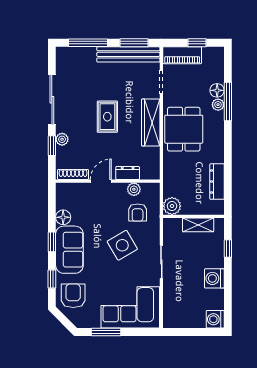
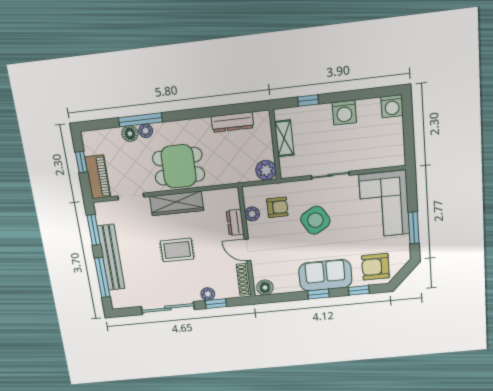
bench: (128, 54) -> (111, 257), moved
floor lamp: (63, 217) -> (265, 288), moved

